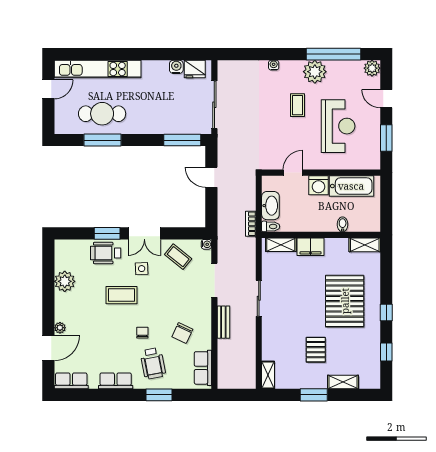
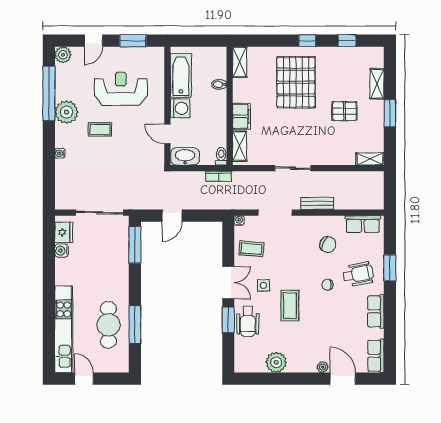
washbasin: (270, 206) -> (185, 156), moved
coffee table: (178, 257) -> (251, 249), turned 56
pallet: (345, 301) -> (296, 82), turned 90

